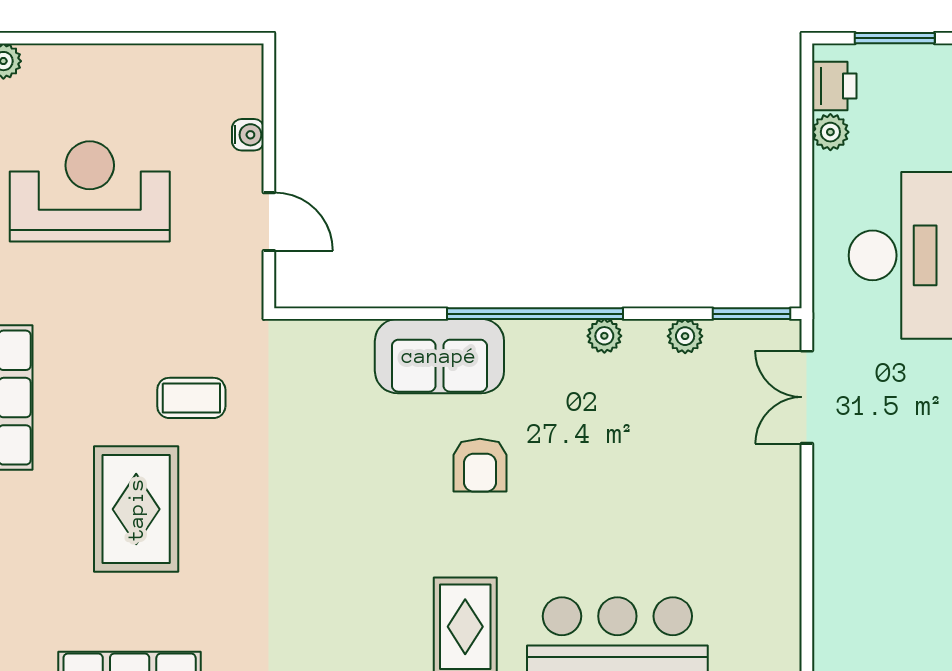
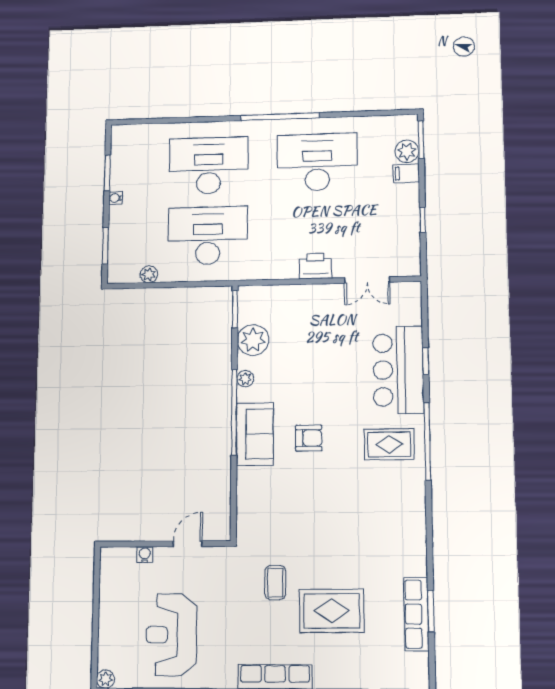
printer: (834, 86) -> (315, 266), moved, width x1.36, depth x1.24
plant: (685, 336) -> (253, 340), width x1.87, depth x1.87
sofa: (439, 356) -> (255, 434), moved
double door: (807, 397) -> (367, 280), moved

